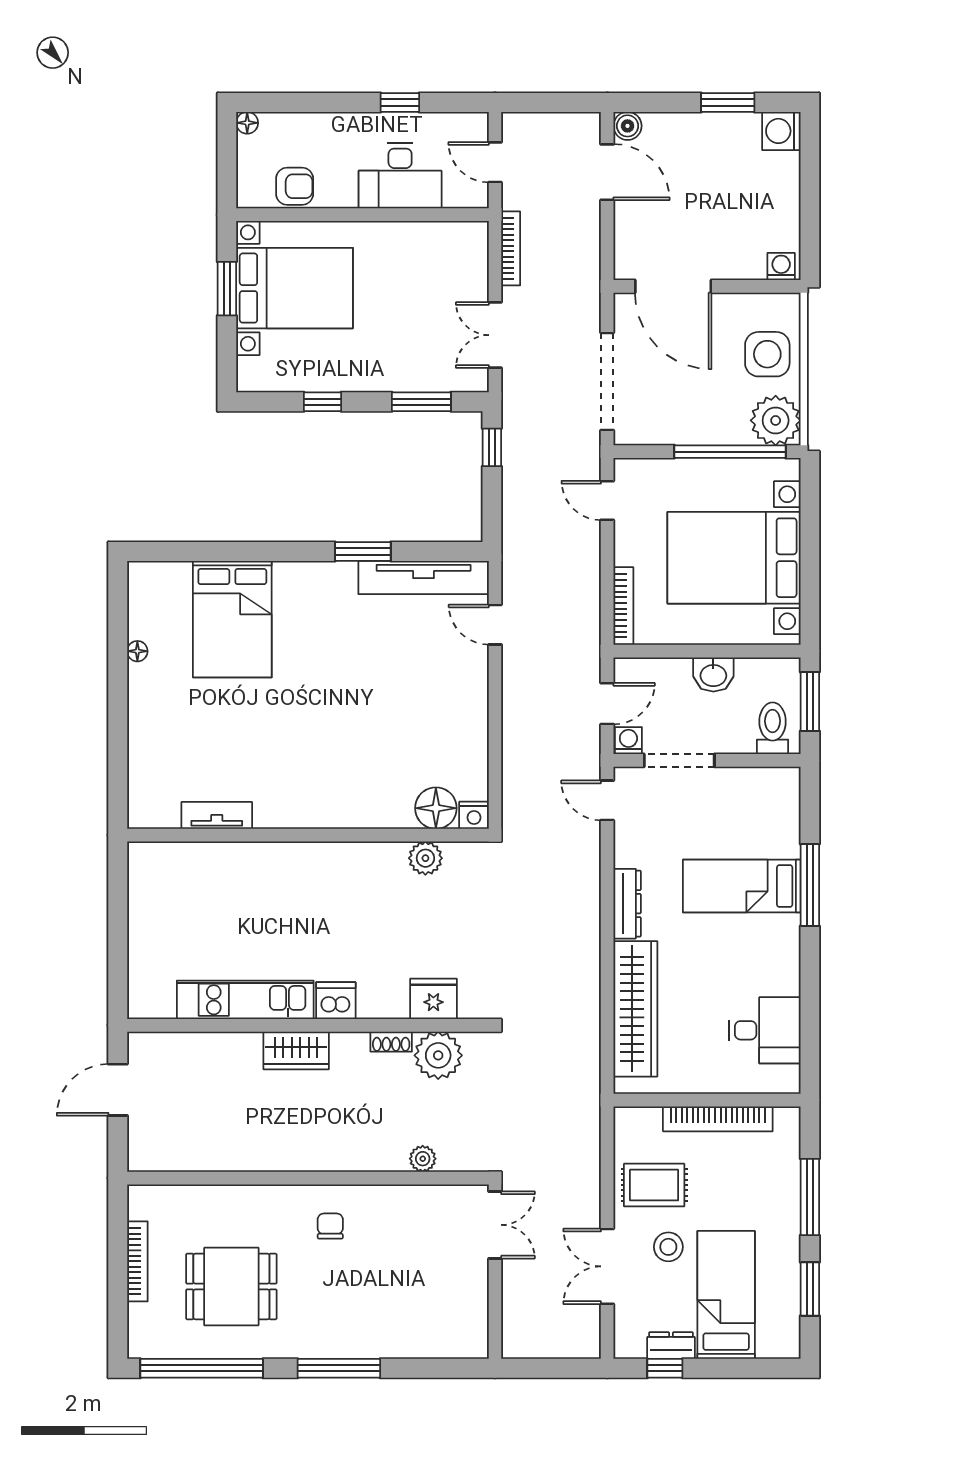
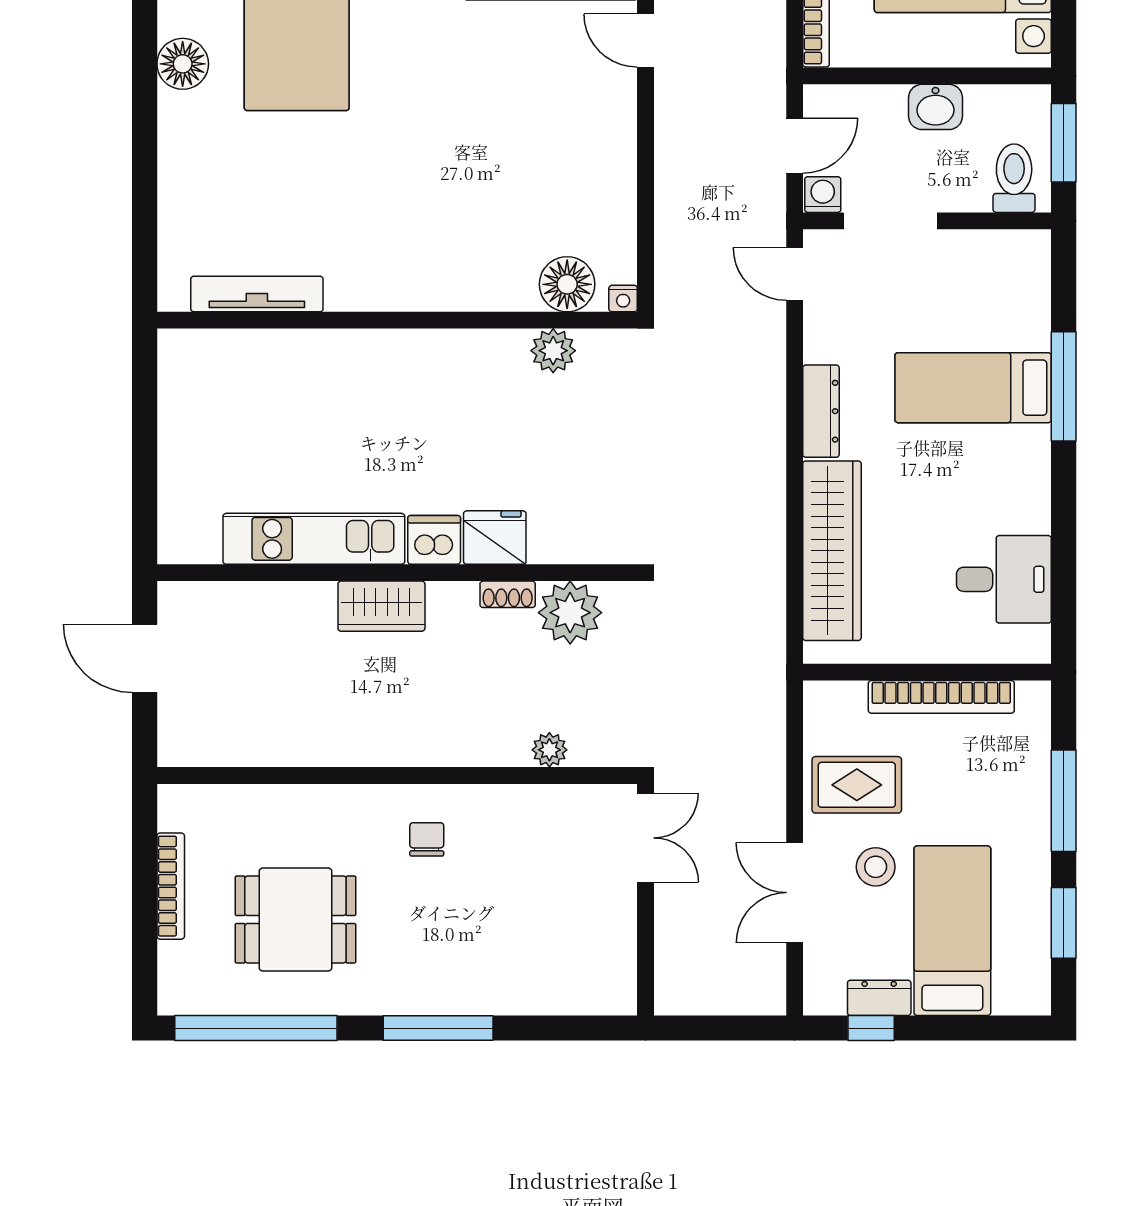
floor lamp: (137, 651) -> (183, 64), width x1.89, depth x1.89
tv unit: (217, 815) -> (257, 294), width x1.41
nightstand: (474, 815) -> (623, 299), width x0.72, depth x0.74
fridge: (433, 999) -> (495, 538), moved
door: (118, 1090) -> (145, 658), hinge flipped

